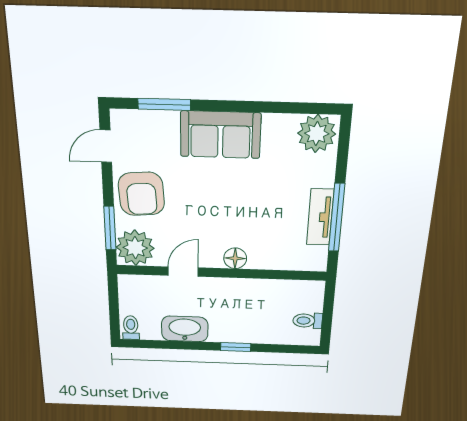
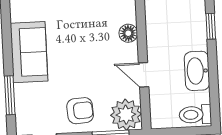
armchair: (141, 194) -> (80, 111), width x0.72, depth x0.72
toilet: (131, 328) -> (195, 115), width x1.37, depth x1.39

